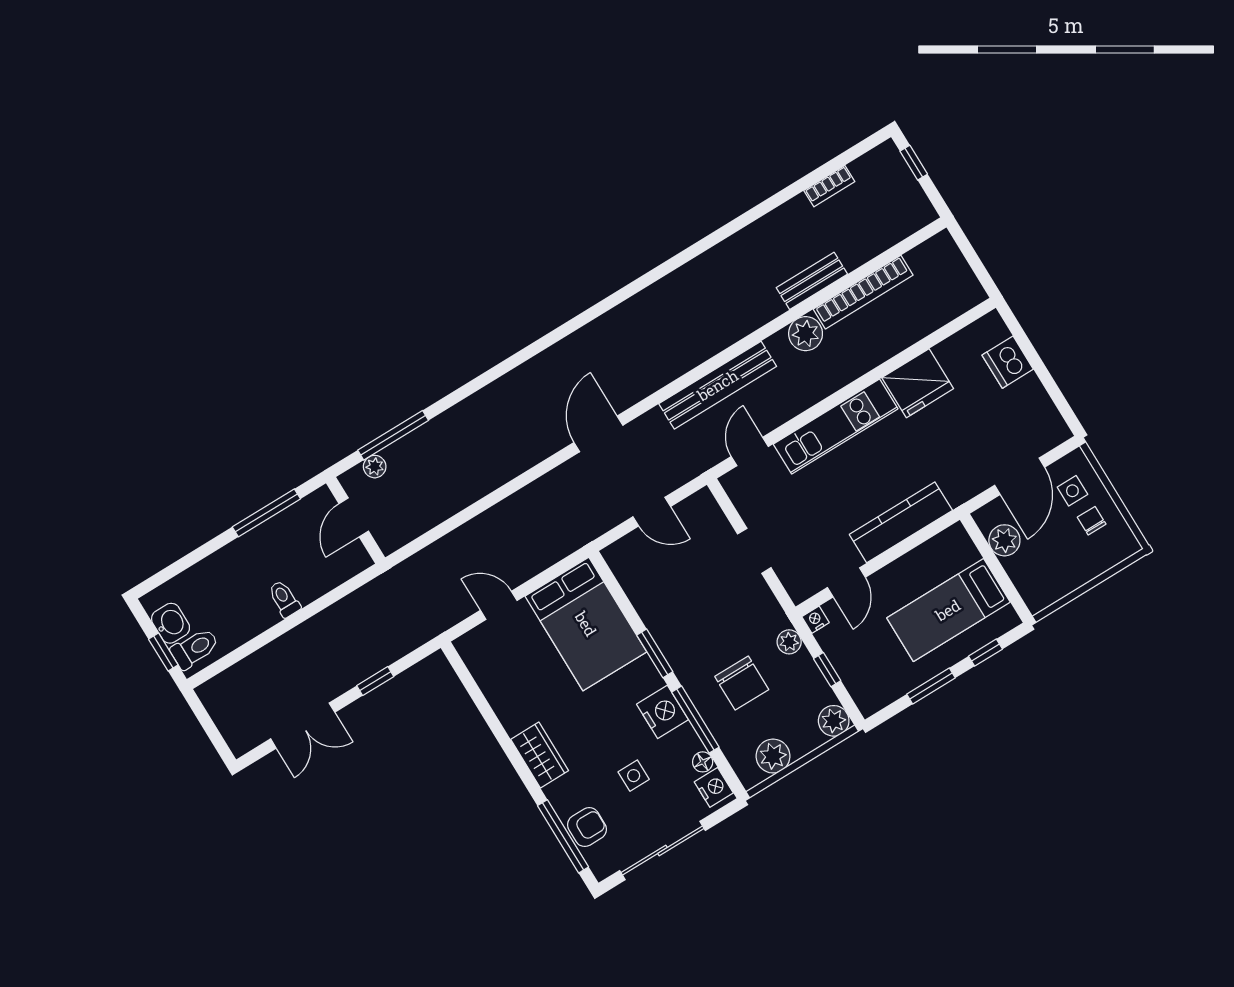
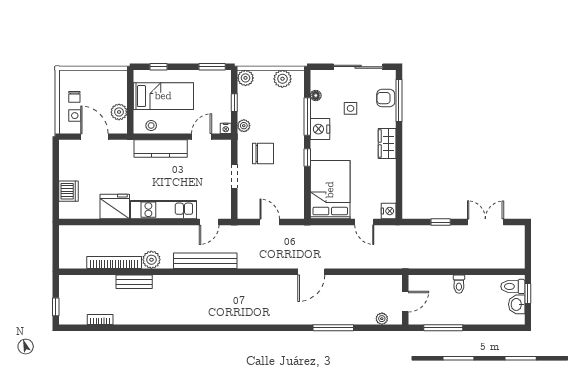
door: (598, 434) -> (311, 272), moved
window: (393, 435) -> (333, 328), moved
door: (1020, 476) -> (94, 137), hinge flipped
stool: (939, 550) -> (151, 125), added
window: (655, 653) -> (307, 157), width x0.67
chair: (742, 683) -> (263, 154), moved, turned 90
window: (931, 686) -> (212, 67), moved
nightstand: (714, 787) -> (389, 211), moved, turned 180

